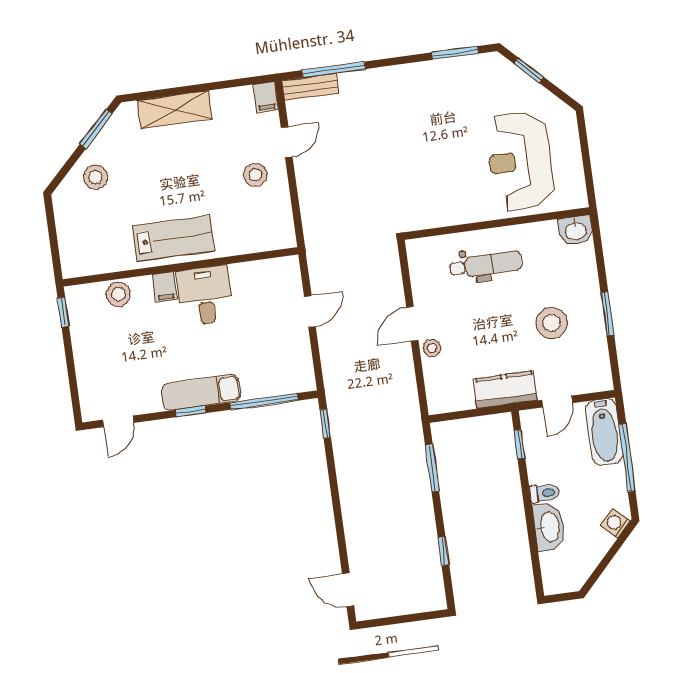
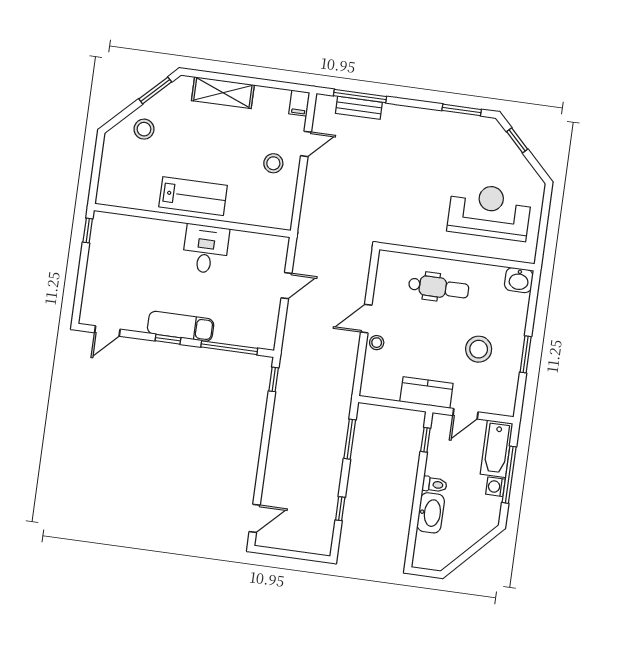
bench: (310, 87) -> (359, 108), moved
reception desk: (520, 161) -> (489, 212), turned 90
filing cabinet: (165, 287) -> (175, 233), removed
stool: (118, 294) -> (136, 229), removed
washing machine: (615, 524) -> (495, 487), moved, turned -44
door: (348, 590) -> (255, 518), swing flipped

